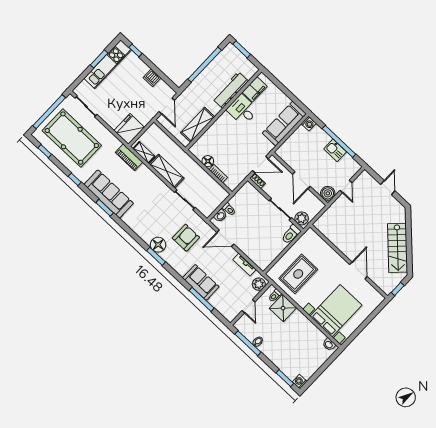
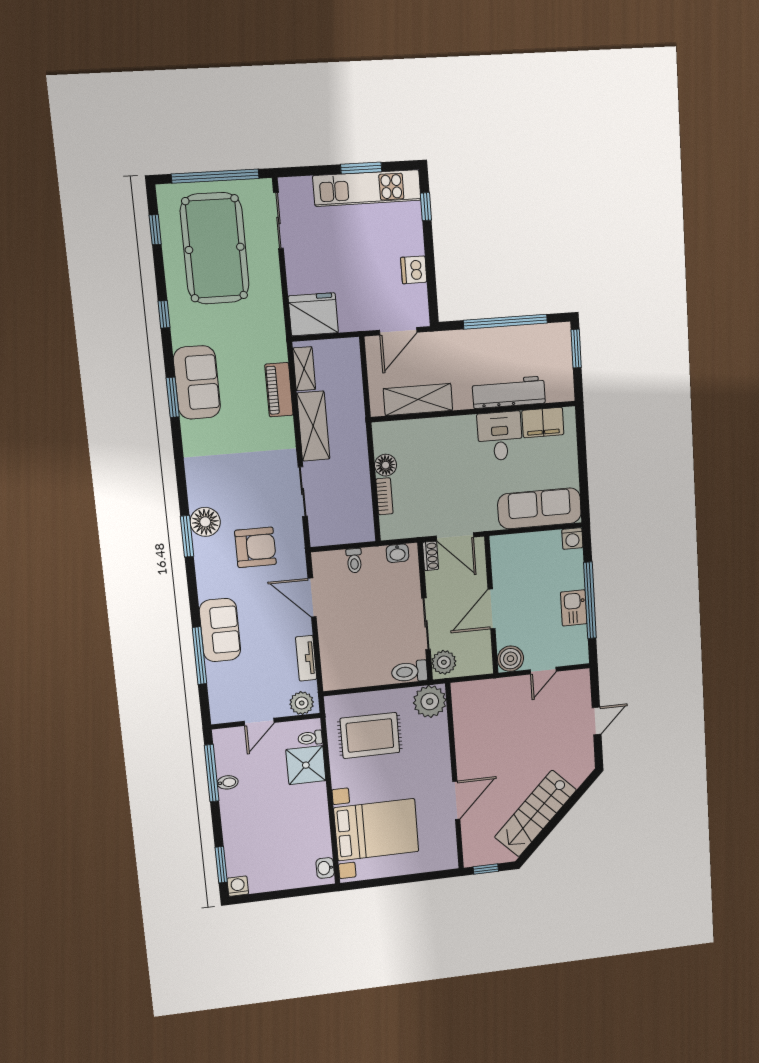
piano: (129, 157) -> (279, 390), moved
sofa: (109, 194) -> (197, 382), width x0.73
washbasin: (220, 216) -> (397, 553), moved
plant: (310, 239) -> (430, 701), added

